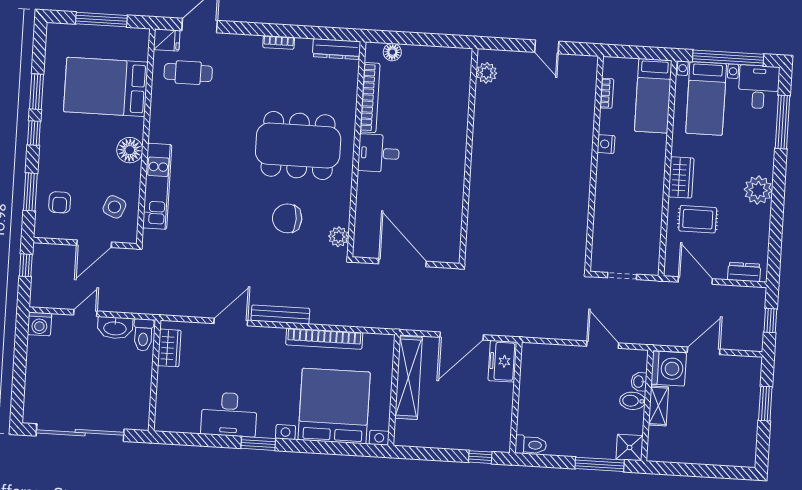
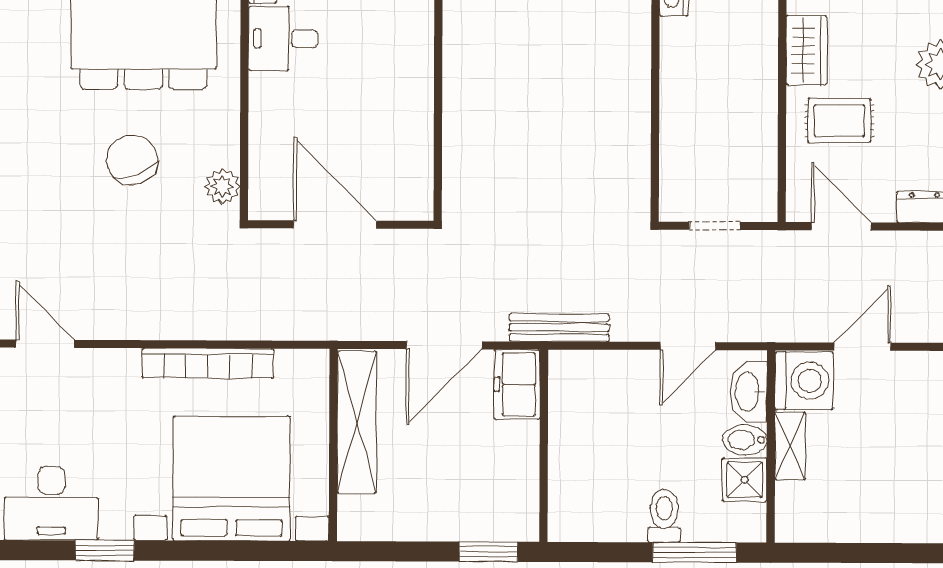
chair: (287, 218) -> (132, 160), turned 69
bench: (280, 314) -> (559, 328), moved
door: (231, 322) -> (45, 344), hinge flipped
door: (603, 345) -> (688, 346), swing flipped
washbasin: (639, 382) -> (748, 392), width x1.91, depth x1.45
toilet: (531, 445) -> (664, 516), moved, turned -90
shower: (630, 447) -> (745, 480), moved
window: (480, 457) -> (488, 552), width x1.50

